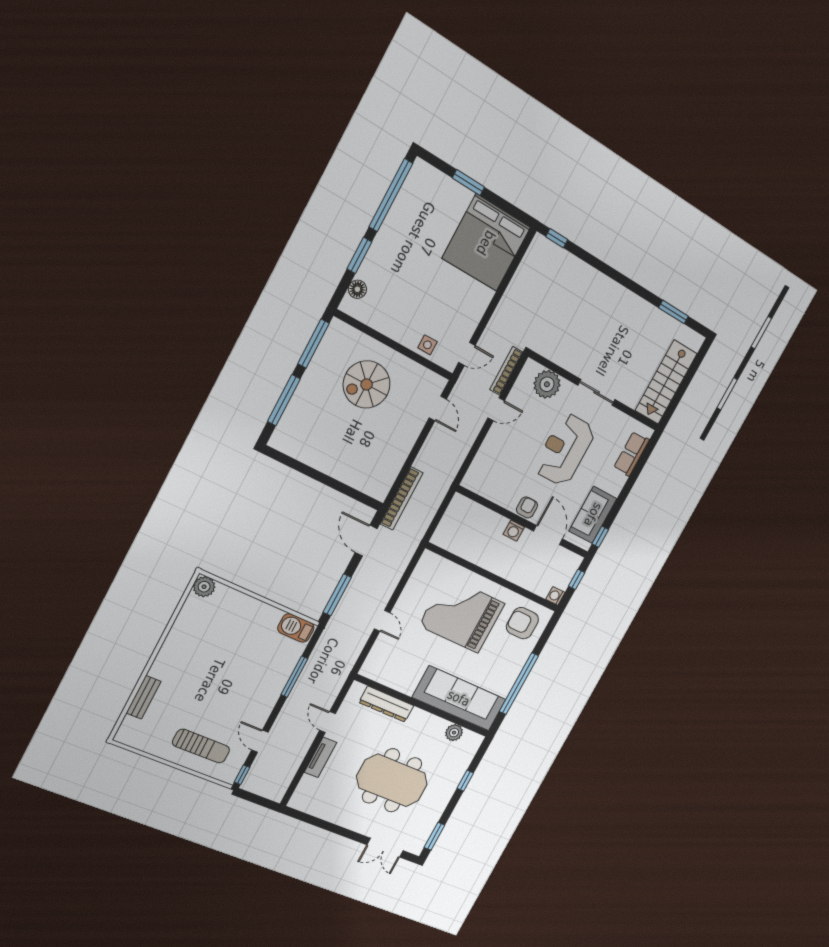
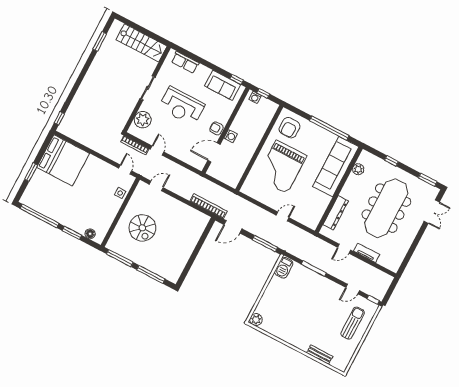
door: (548, 535) -> (214, 152), moved
washing machine: (555, 596) -> (255, 97), moved
meeting table: (392, 780) -> (386, 208), width x1.36

